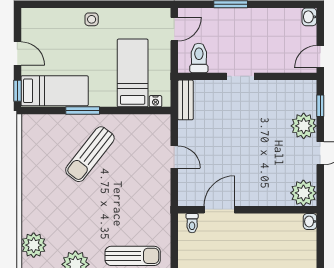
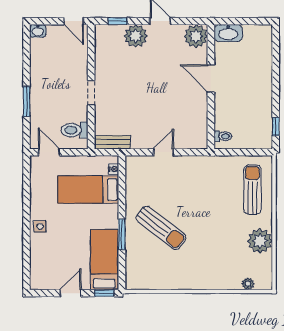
door: (219, 210) -> (211, 78), moved
washbasin: (310, 221) -> (228, 33), width x1.91, depth x1.45
plant: (34, 245) -> (248, 284), width x0.53, depth x0.53

